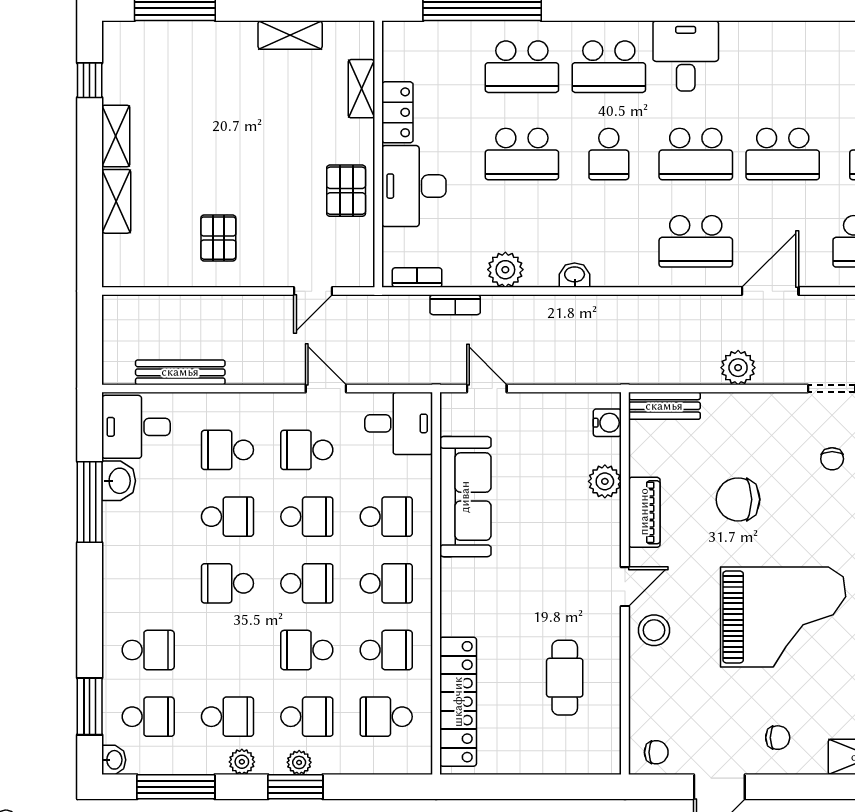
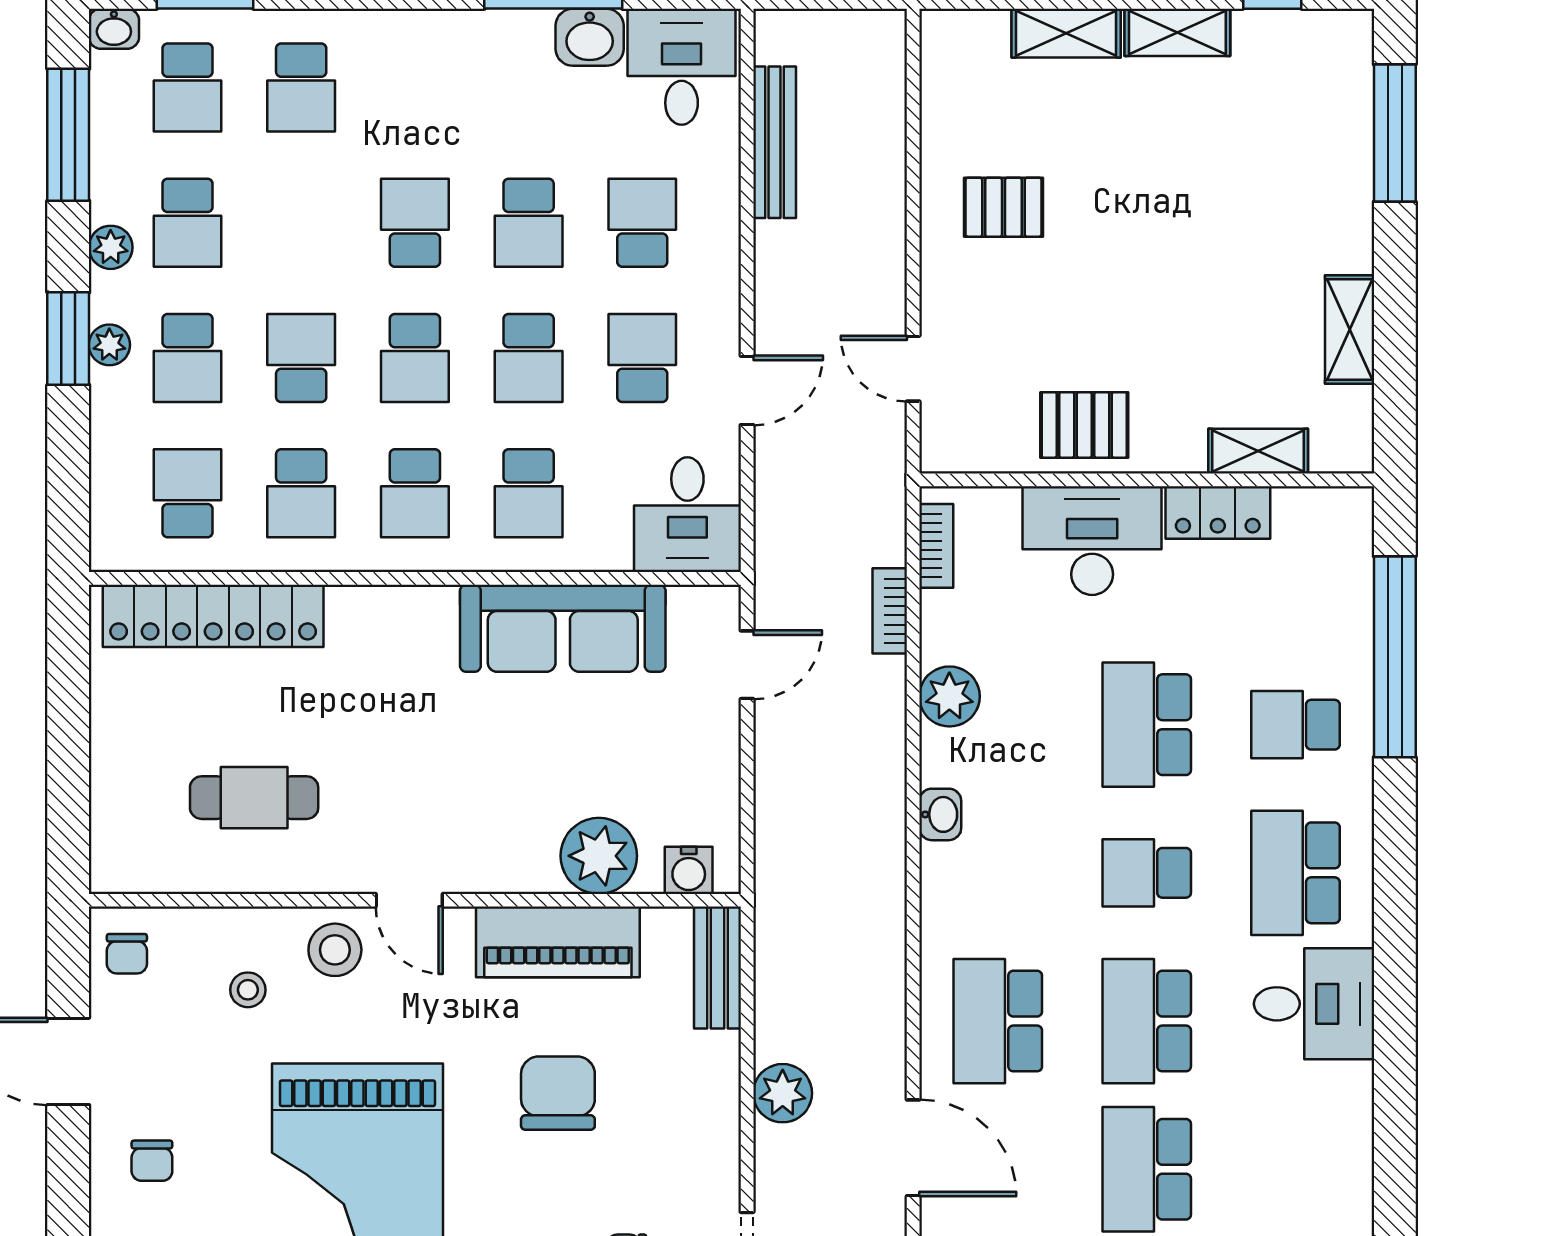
school desk: (522, 67) -> (1296, 725), width x0.54
plant: (605, 481) -> (599, 856), width x1.36, depth x1.36
piano: (644, 512) -> (558, 942), width x1.37, depth x1.33
stool: (677, 681) -> (248, 990), added

